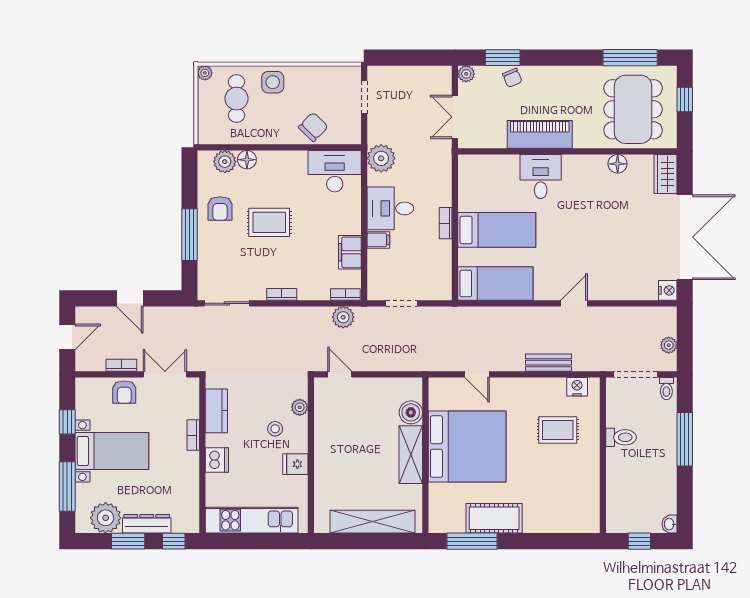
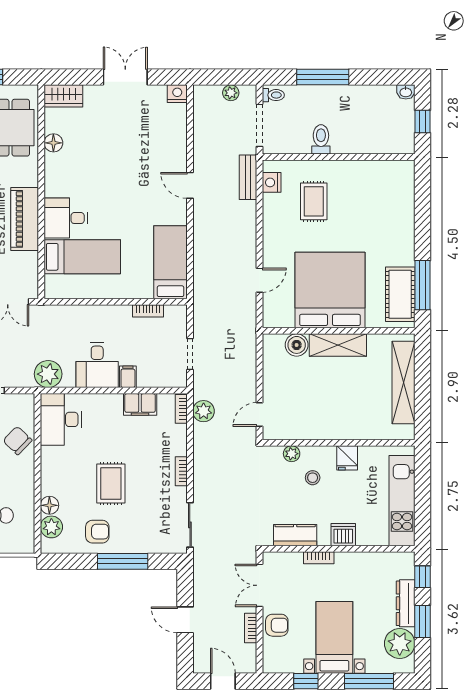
bookcase: (446, 223) -> (148, 311), moved
bed: (497, 230) -> (82, 257), moved, turned 90
double door: (685, 237) -> (125, 77), width x0.54
door: (130, 298) -> (185, 620), swing flipped
bench: (548, 363) -> (248, 177), moved
cot: (494, 518) -> (400, 294), moved

